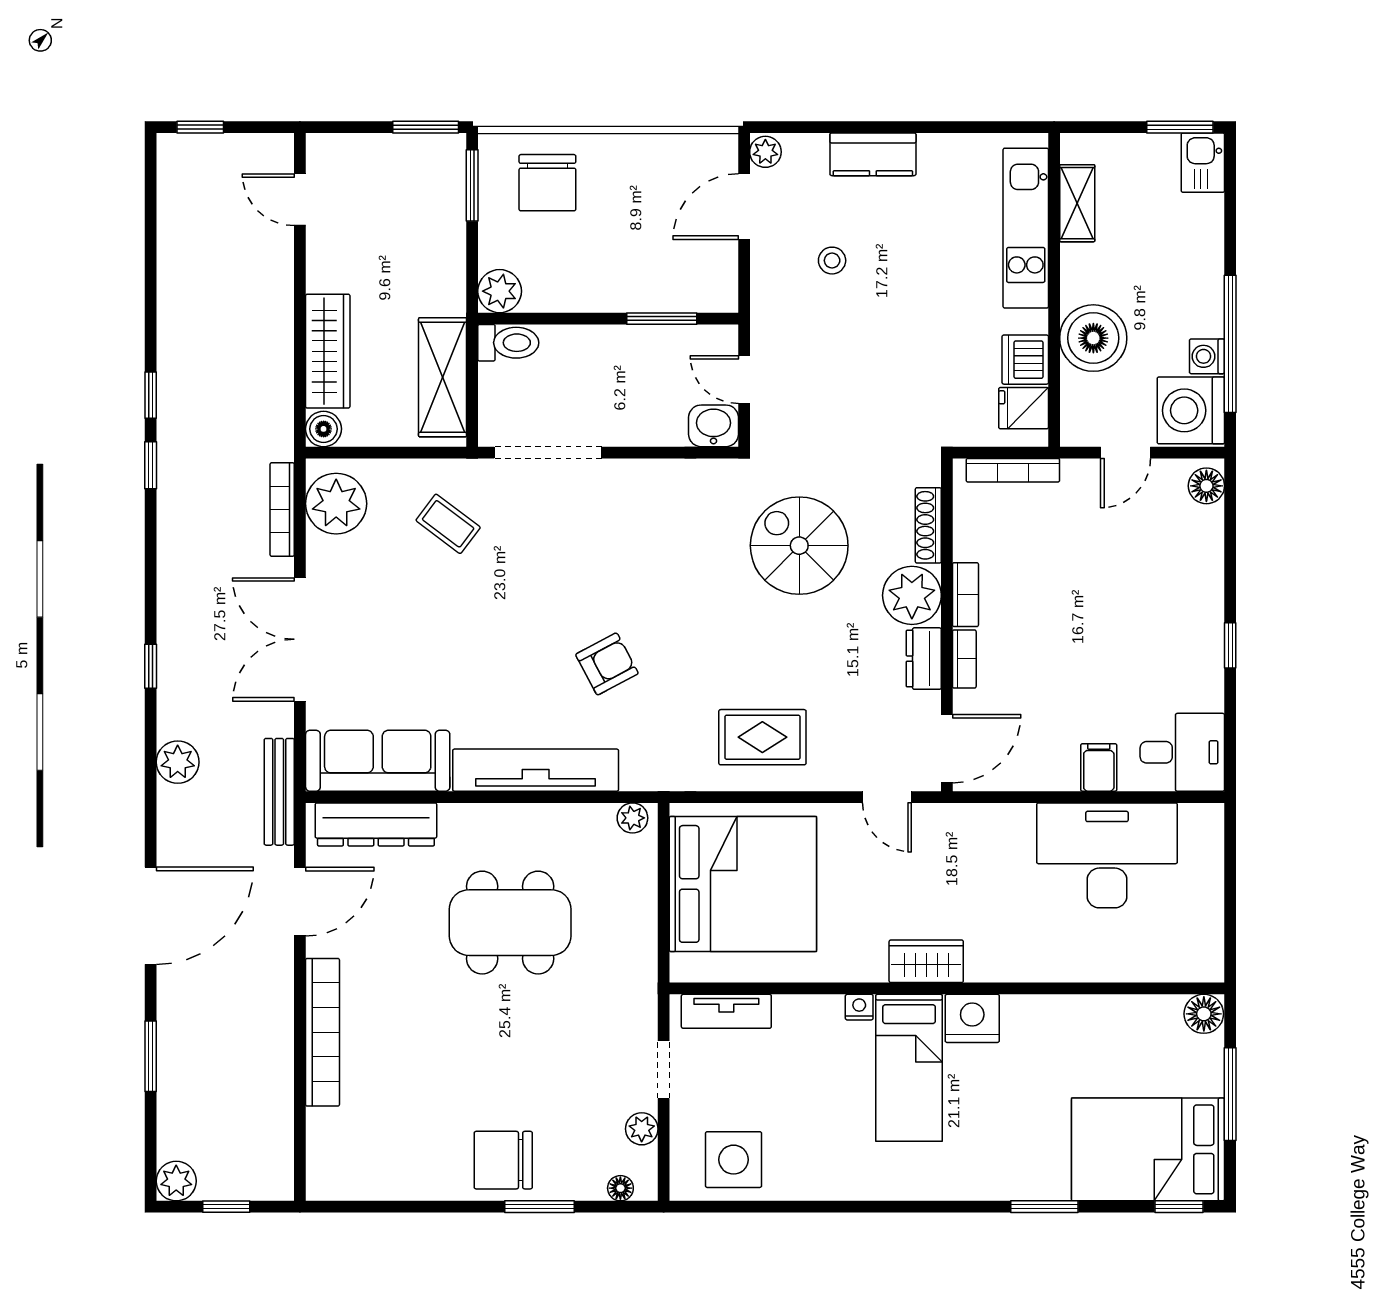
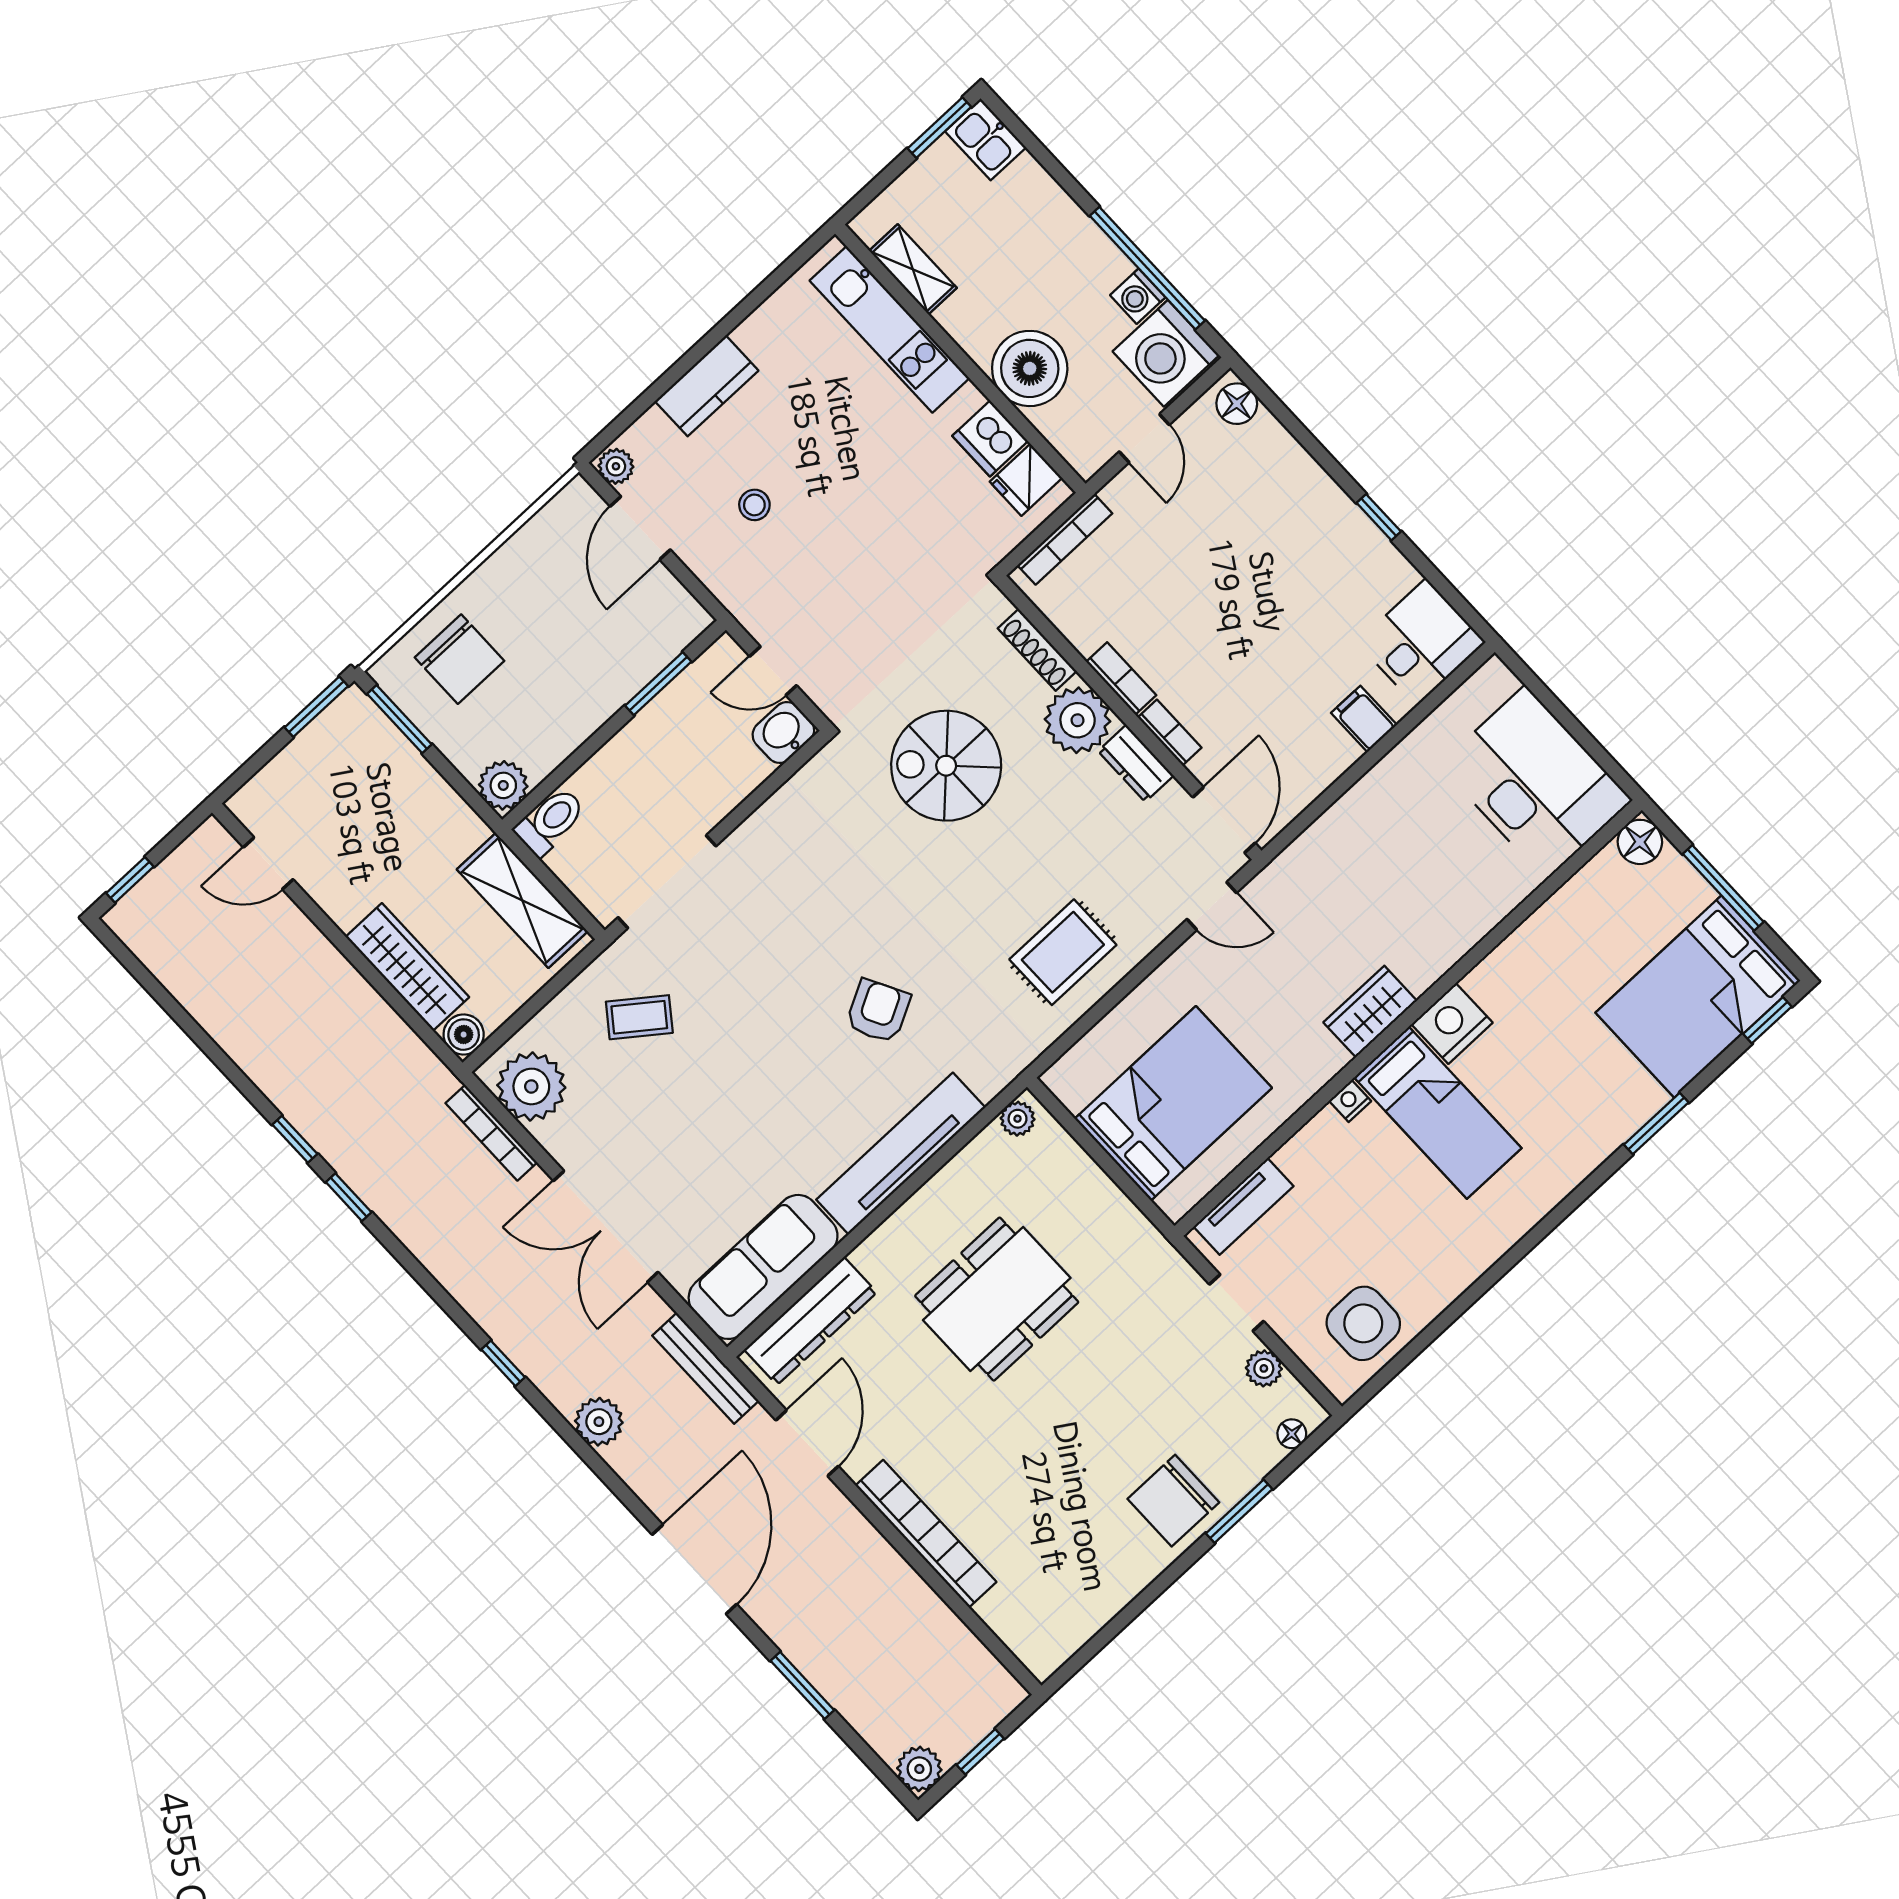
desk: (1107, 855) -> (1536, 783), moved, turned 90
bed: (743, 884) -> (1173, 1103), width x0.73

